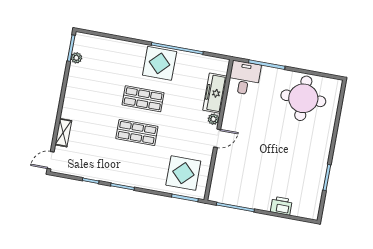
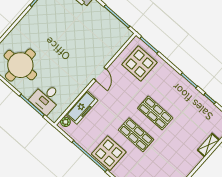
desk: (244, 78) -> (46, 98), moved
plant: (213, 119) -> (65, 122), moved
door: (217, 138) -> (100, 74), swing flipped

